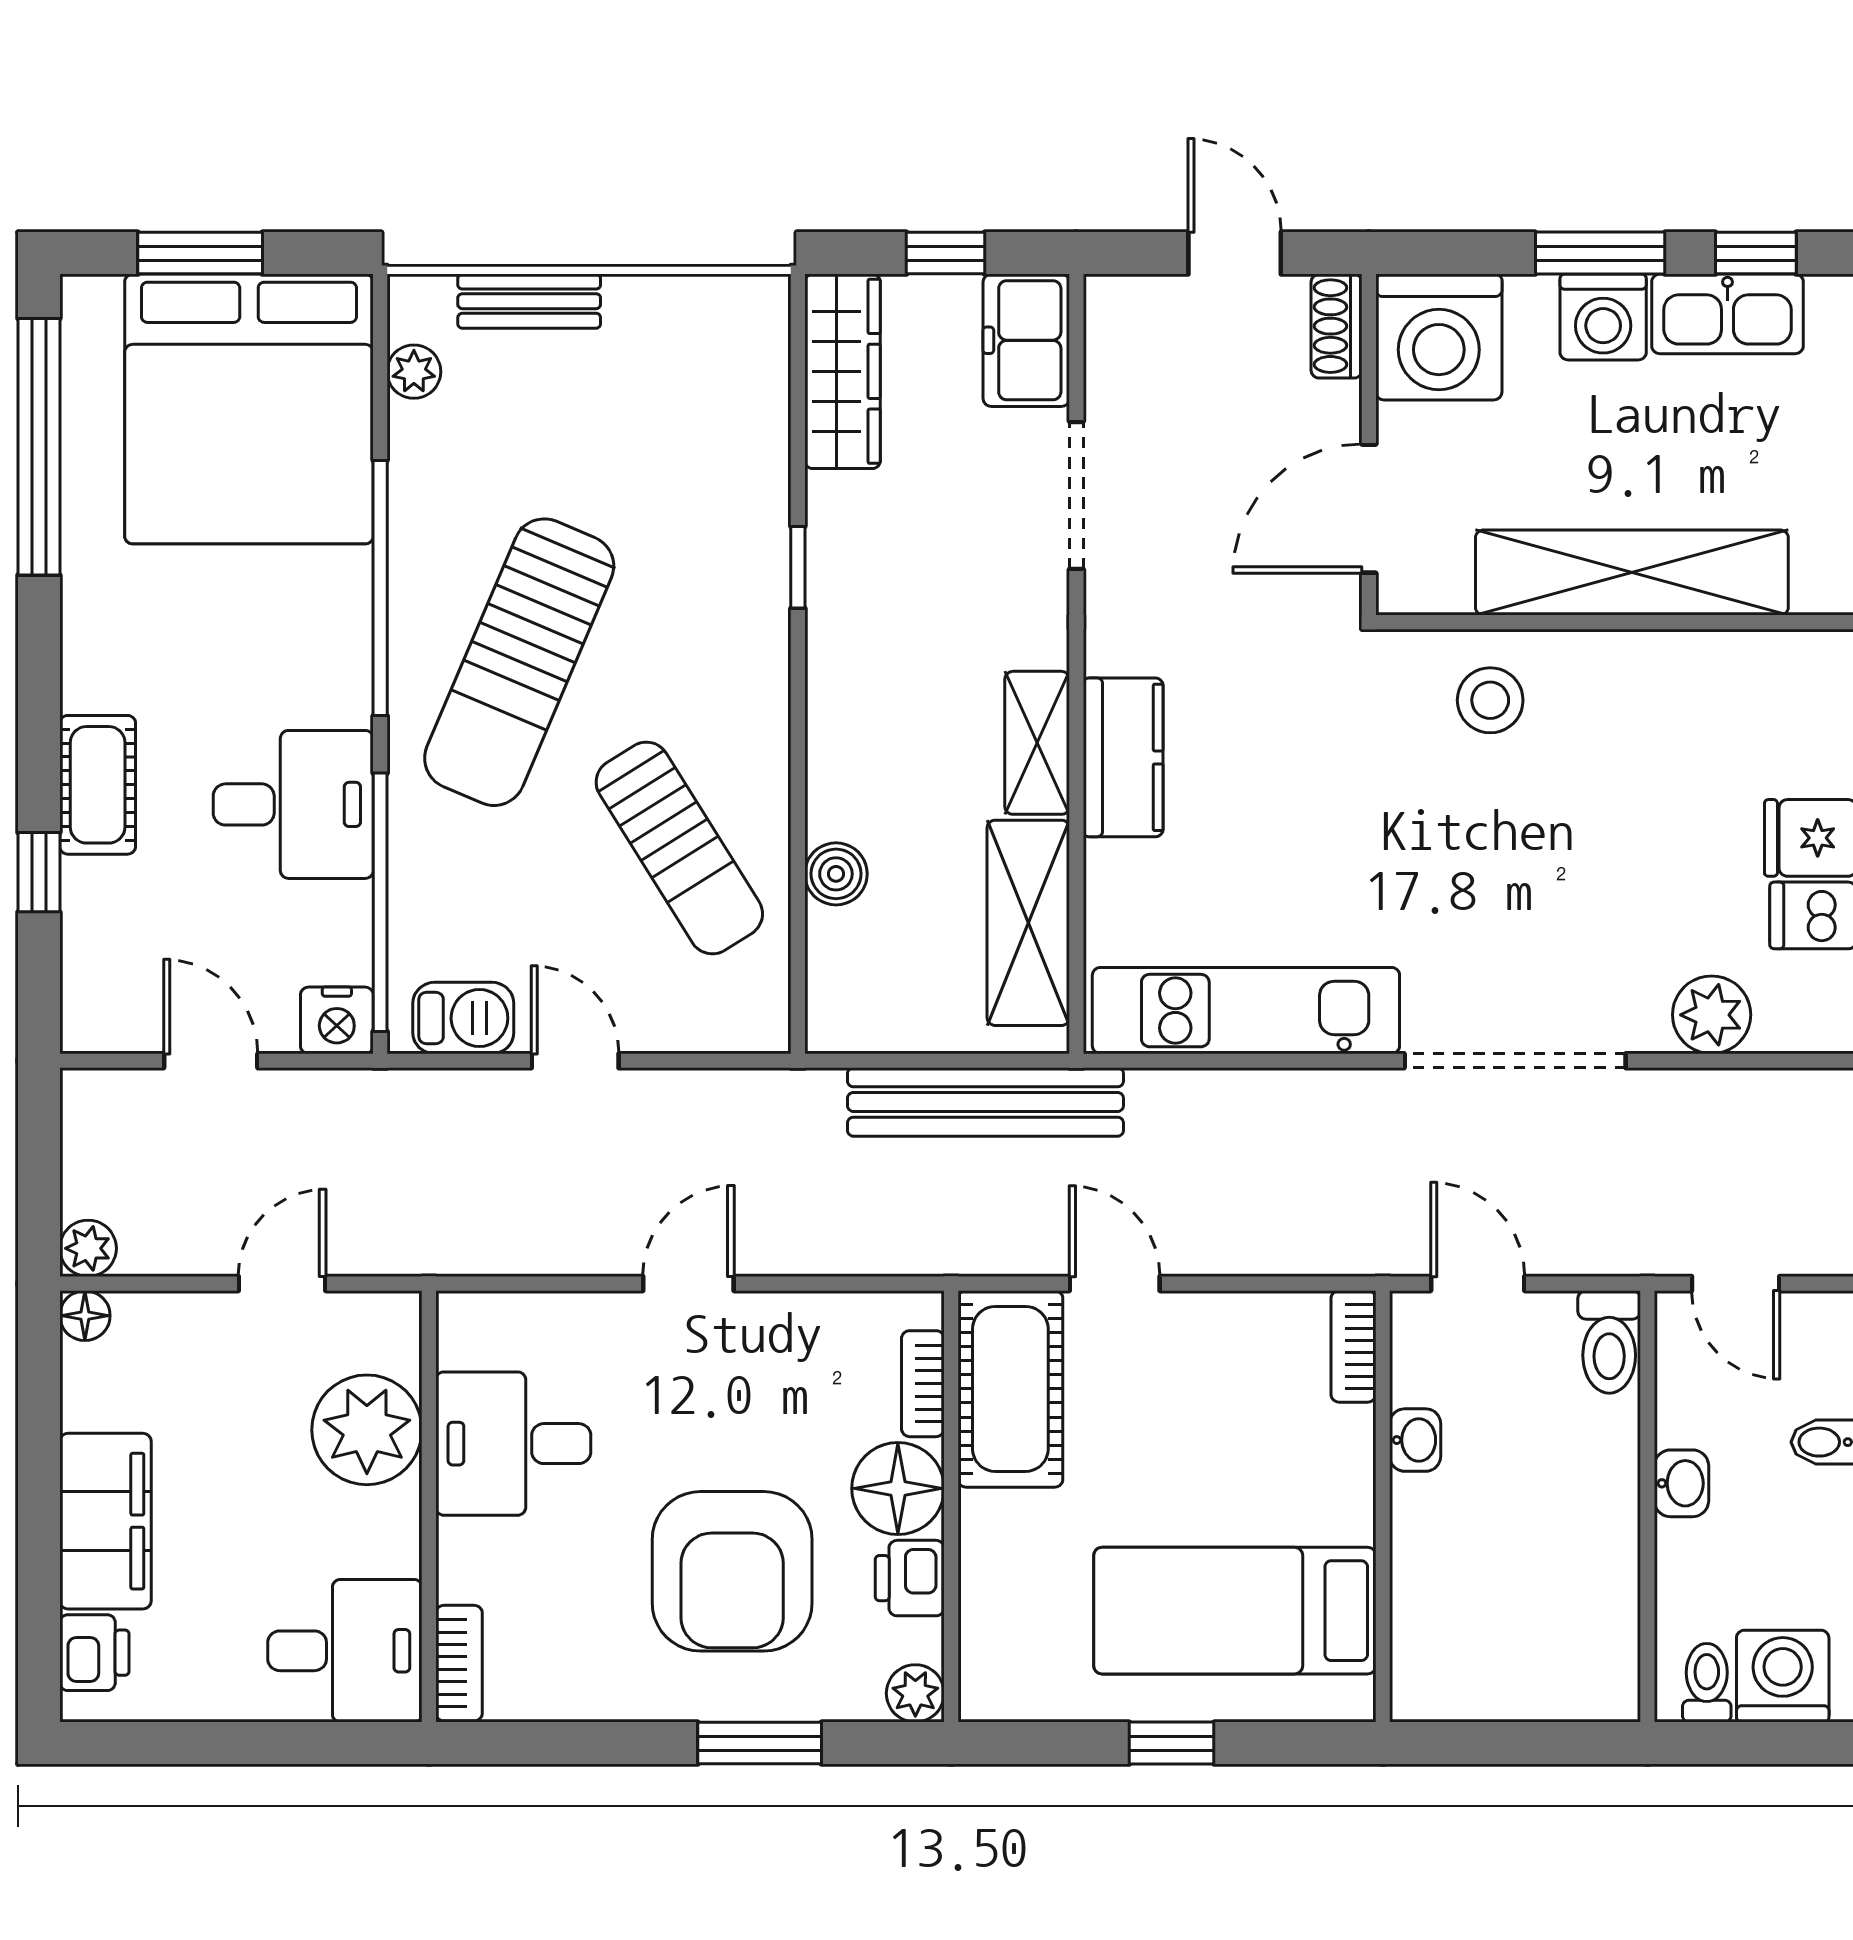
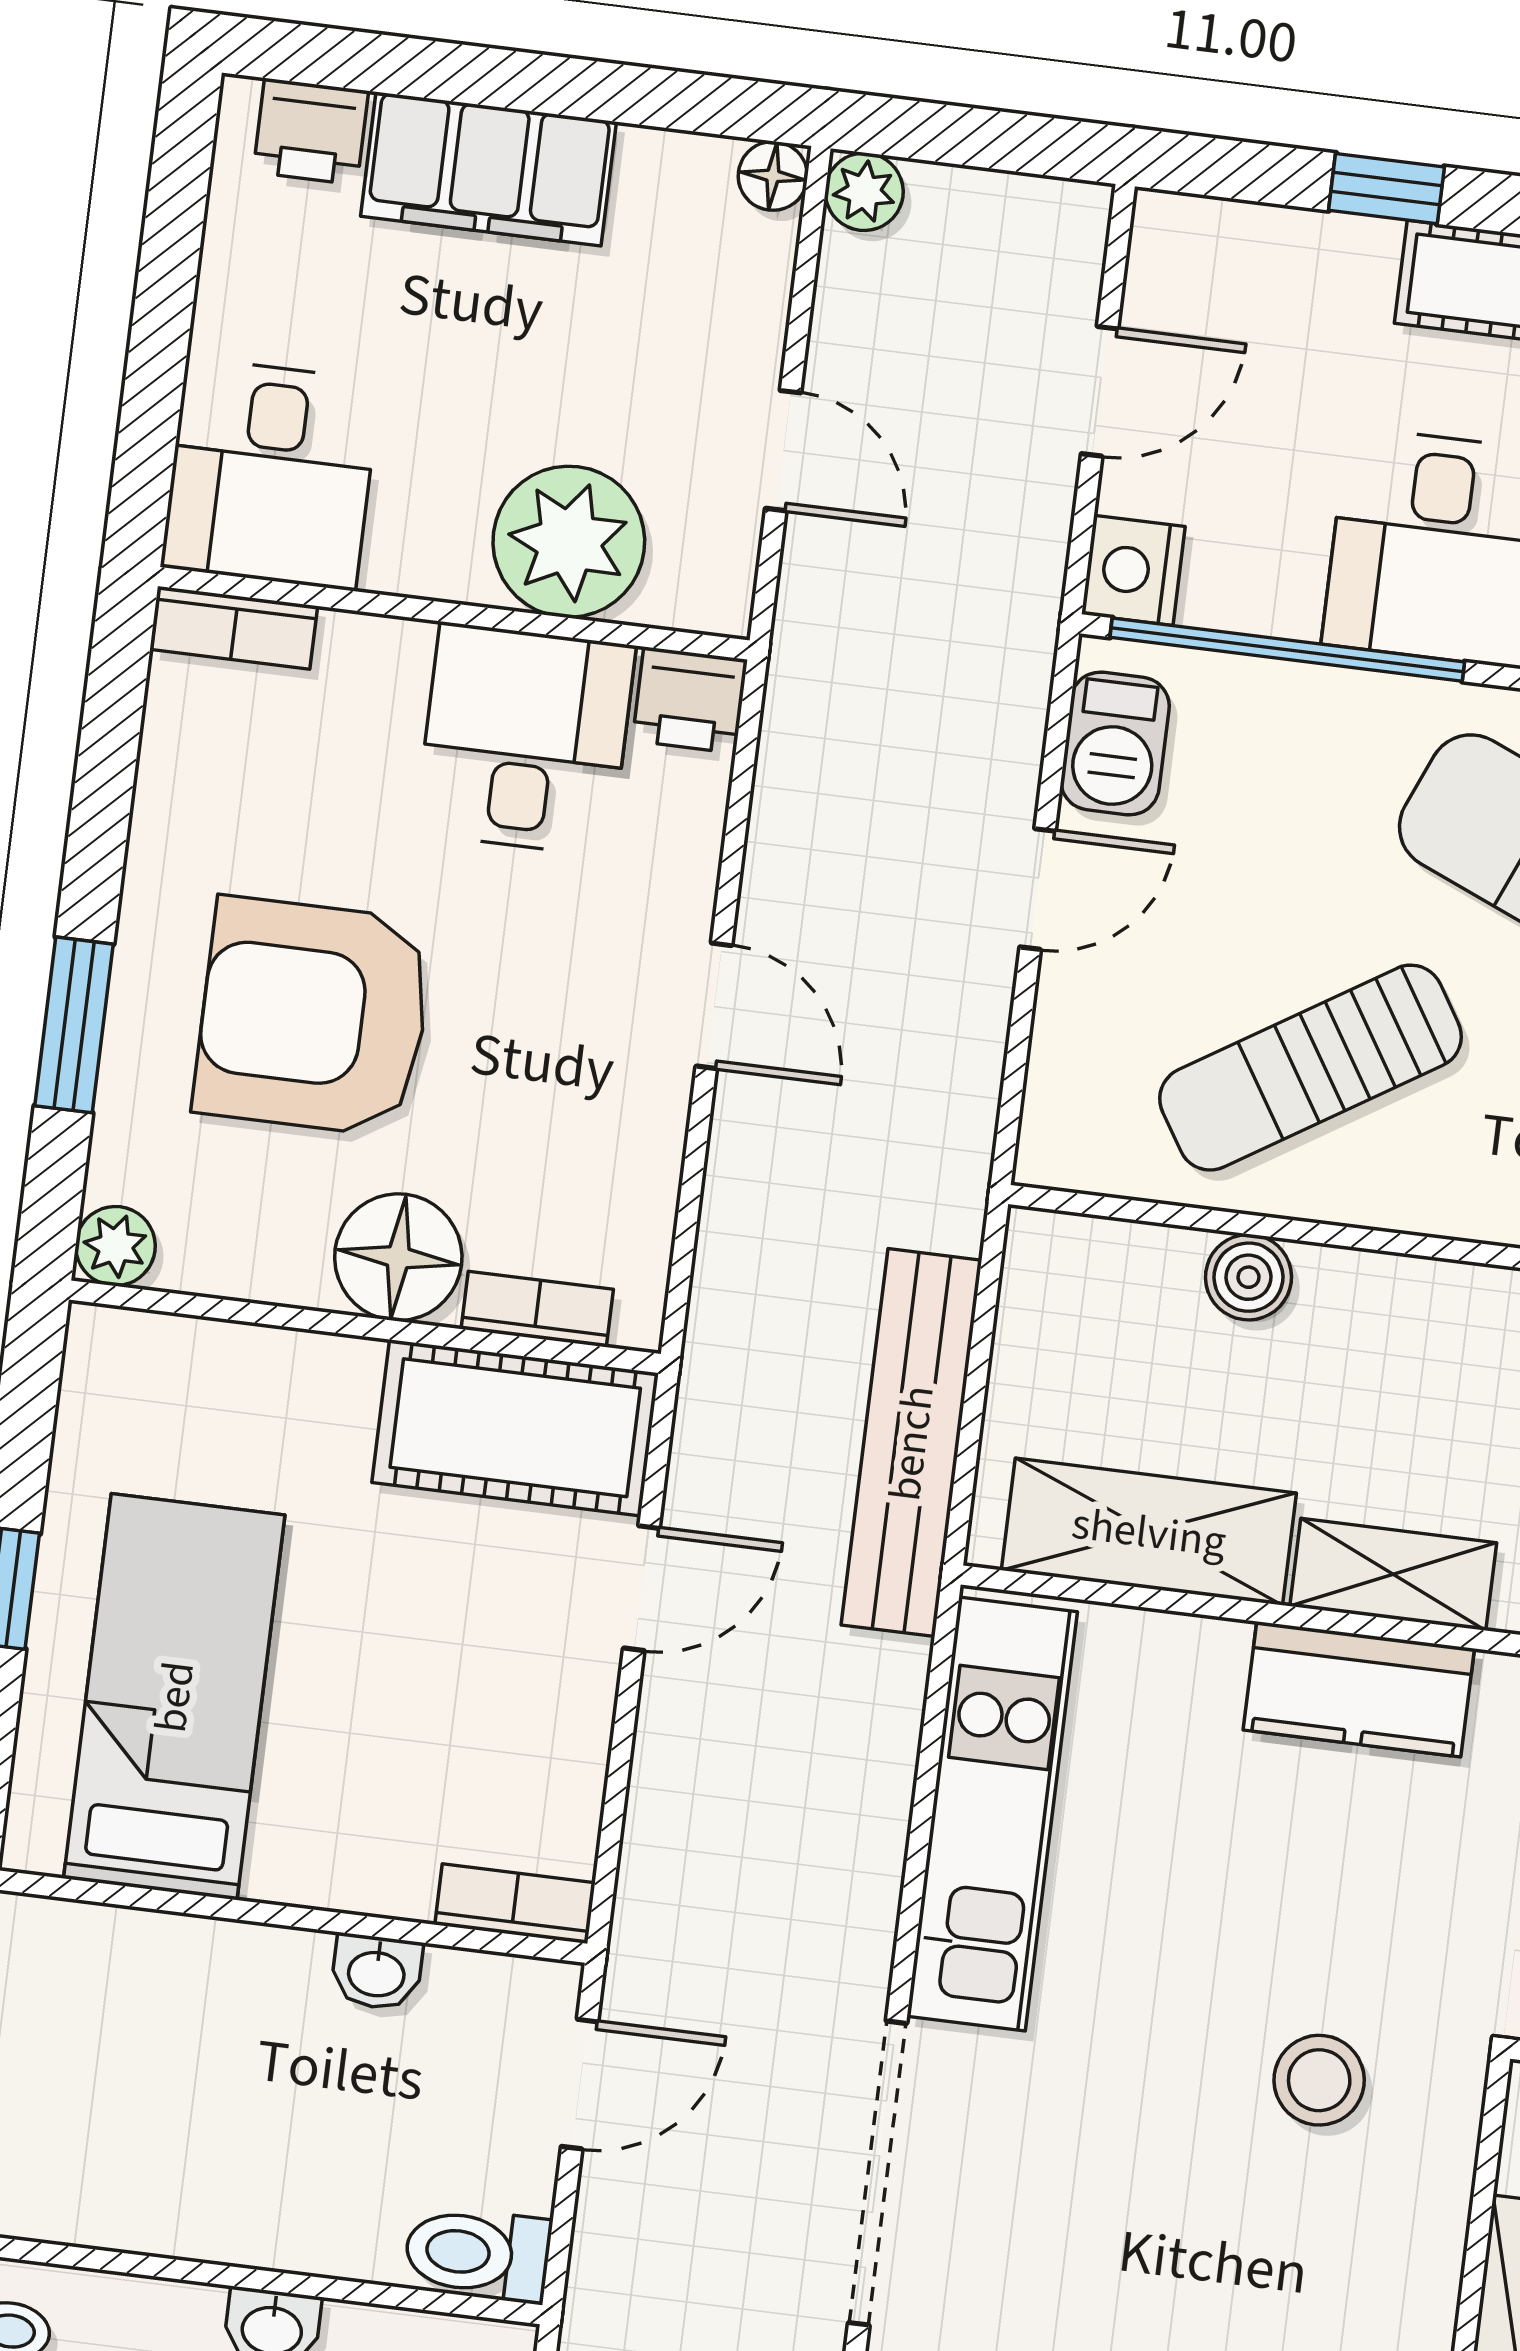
stool: (1490, 700) -> (1319, 2080), moved
printer: (910, 1578) -> (690, 700), moved, turned 180

